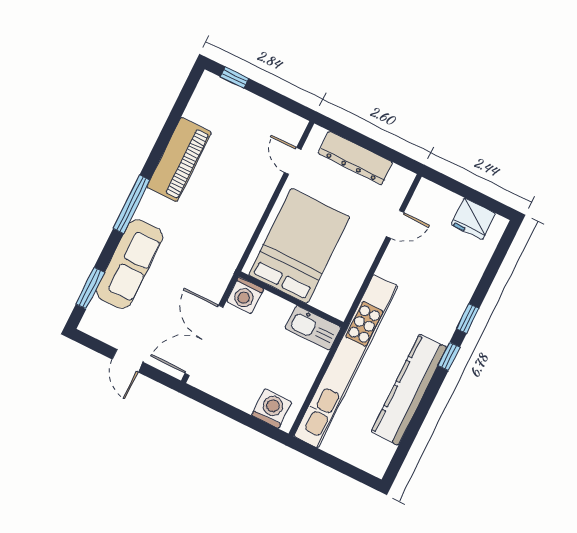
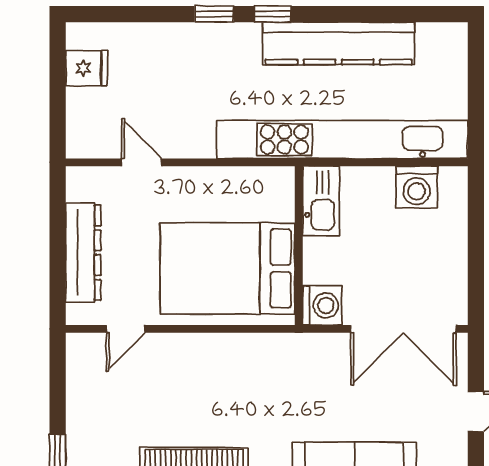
fridge: (473, 219) -> (87, 68), width x0.72
washing machine: (272, 409) -> (417, 187), moved, turned -90

